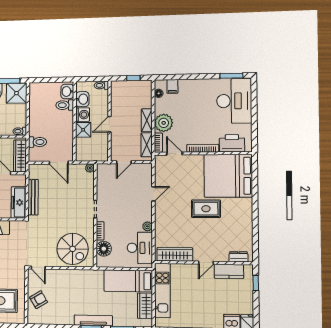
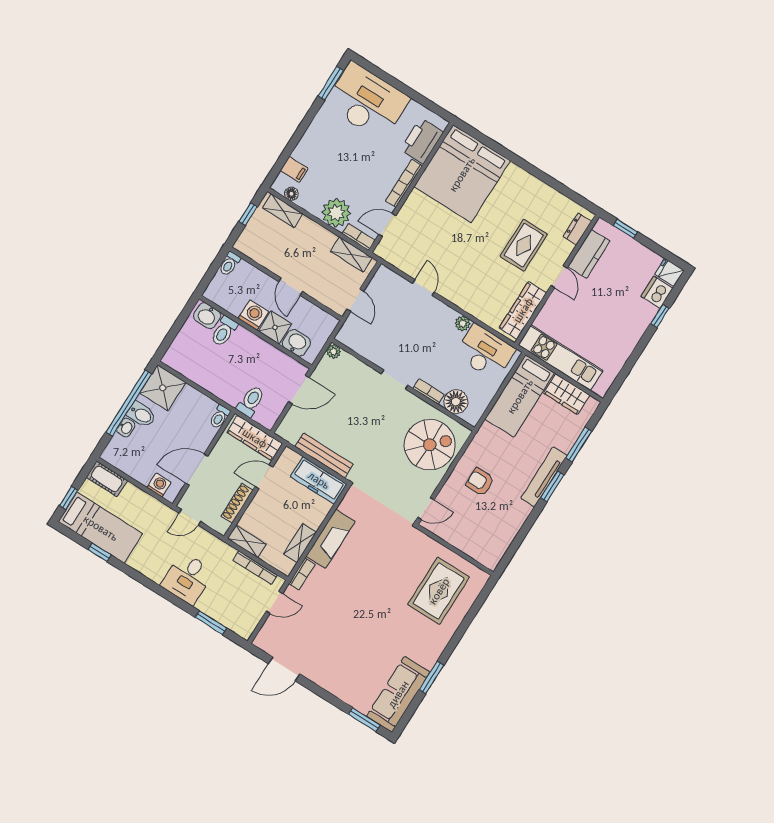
washbasin: (82, 99) -> (296, 343), moved
shelving: (147, 120) -> (283, 211), moved
rug: (206, 209) -> (524, 245), moved
armchair: (39, 300) -> (480, 482), moved, turned -59

